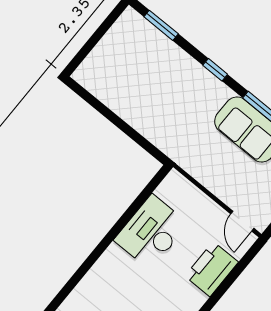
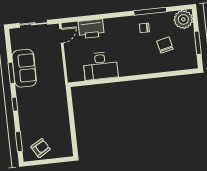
armchair: (124, 45) -> (41, 148), added

